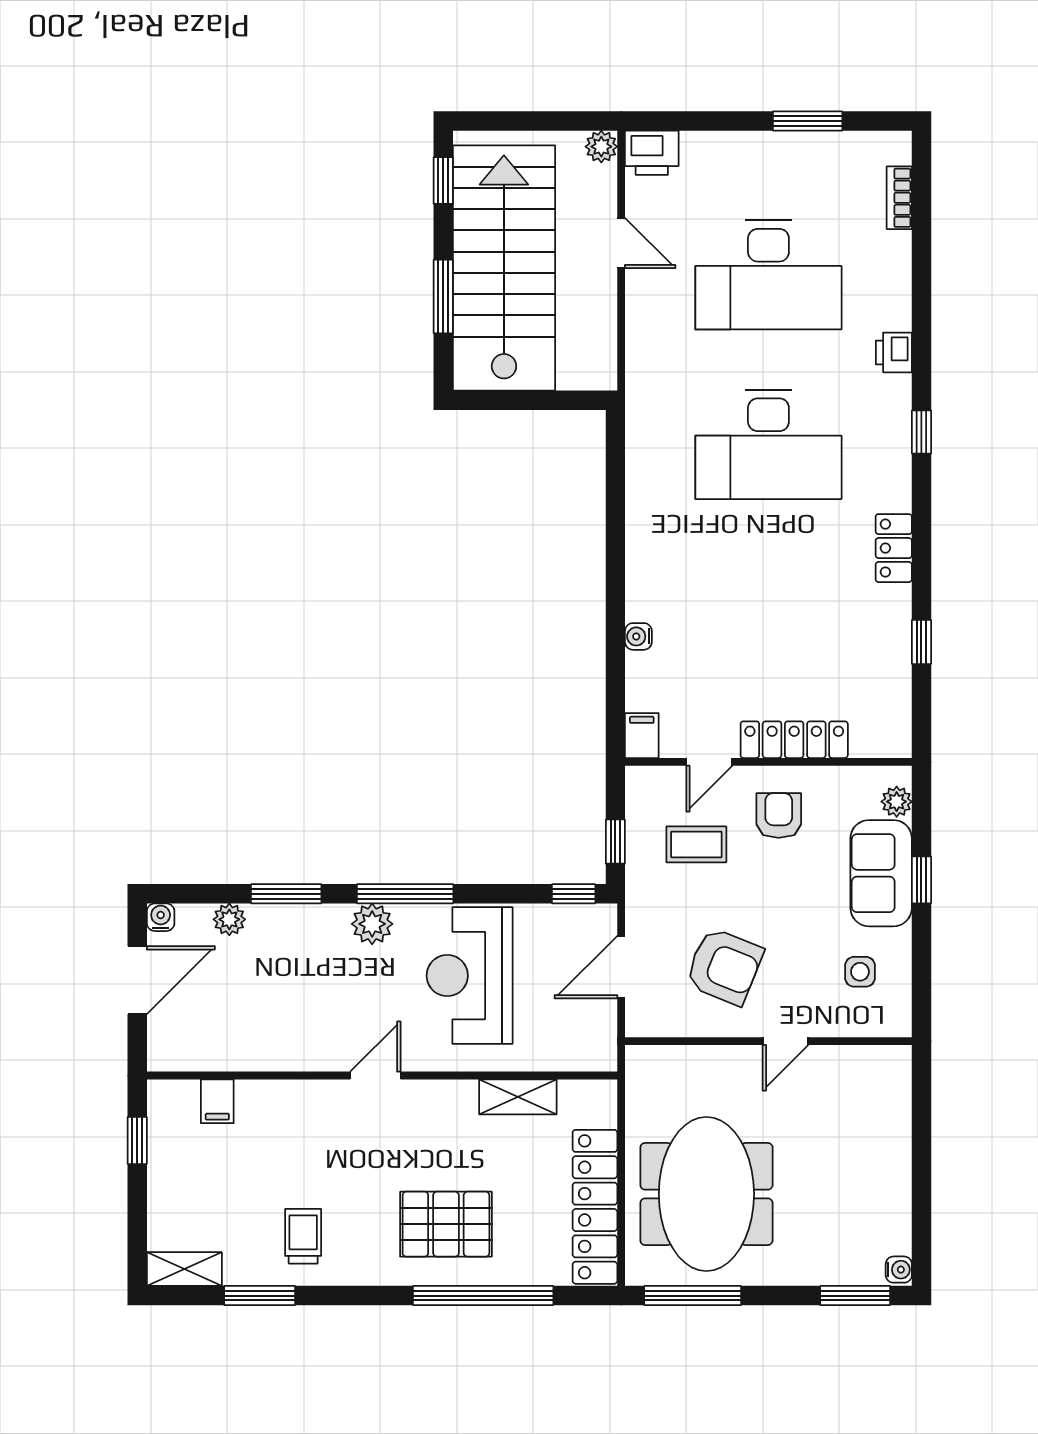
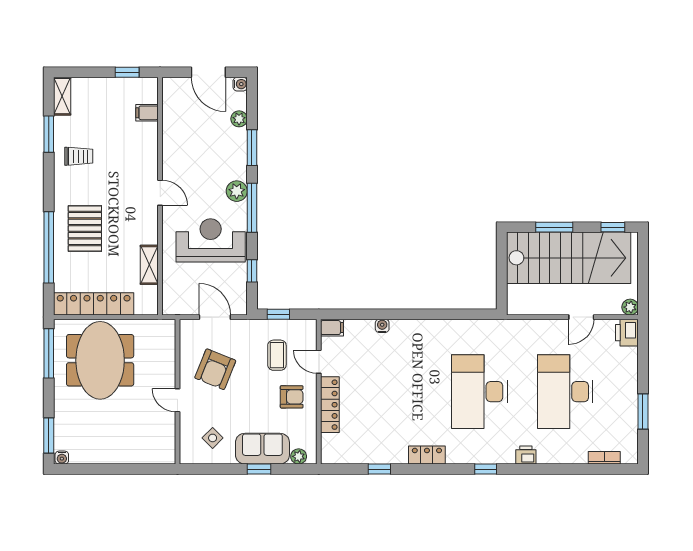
window: (574, 894) -> (252, 271), moved
side table: (860, 972) -> (213, 438), turned 45
meeting table: (706, 1194) -> (100, 360), turned 90

